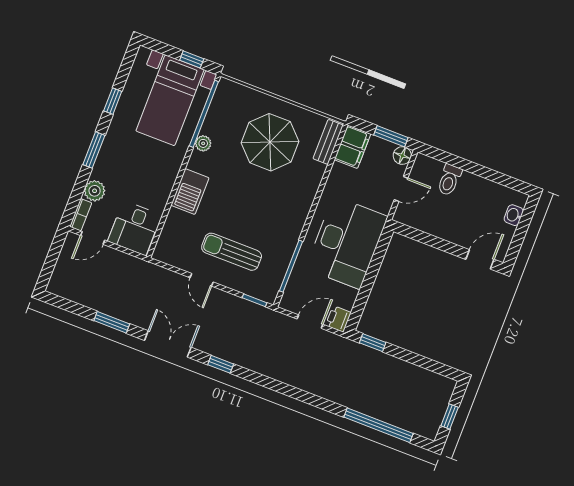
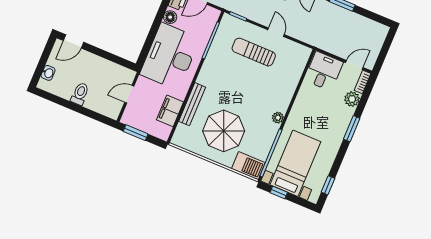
window: (113, 101) -> (328, 185), moved
bench: (328, 142) -> (192, 104), moved, width x1.36
plant: (203, 143) -> (278, 118), moved
filing cabinet: (352, 147) -> (170, 111), moved
floor lamp: (402, 156) -> (170, 17), moved
toilet: (449, 180) -> (80, 94), moved
barbecue: (190, 192) -> (248, 166), moved, turned 90
sun lounger: (232, 252) -> (254, 52), turned 180

